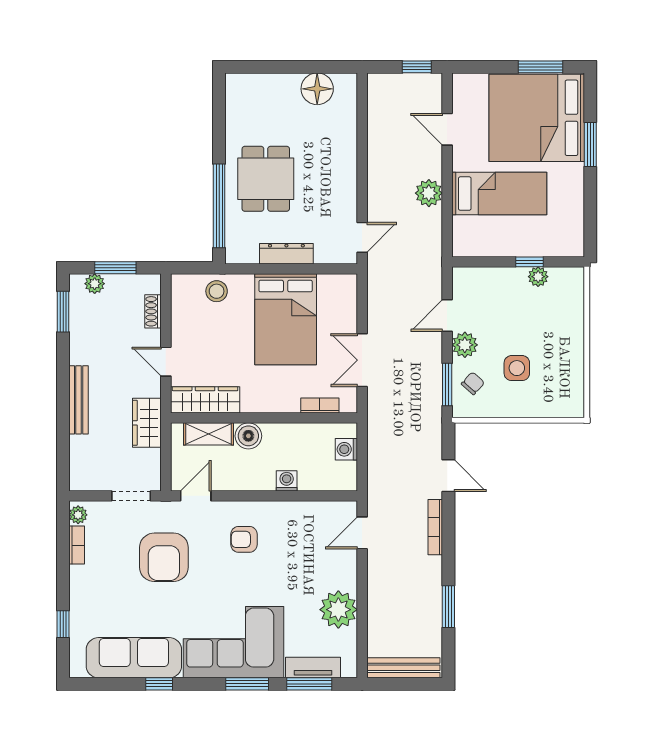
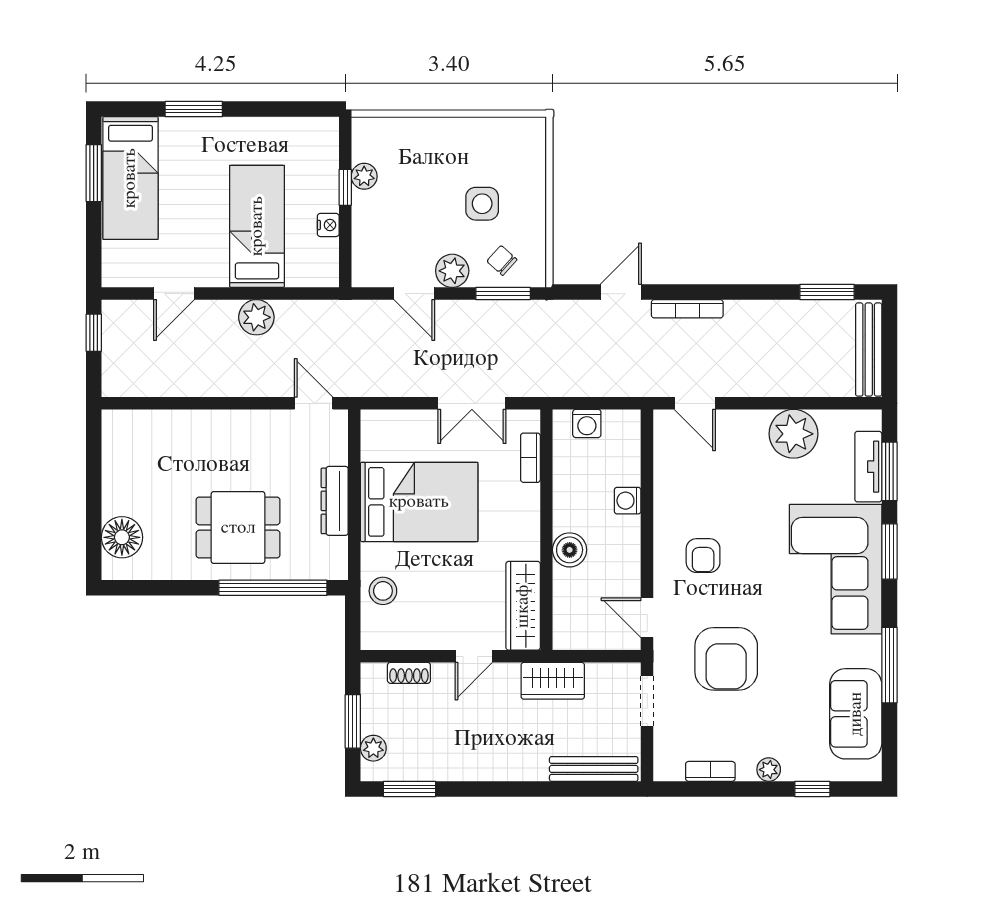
floor lamp: (317, 89) -> (122, 537), moved
bed: (537, 118) -> (130, 178), width x0.49
nightstand: (500, 249) -> (328, 225), added
bench: (79, 400) -> (594, 769), moved
shelving: (208, 434) -> (567, 601), removed
plant: (78, 515) -> (769, 770), moved
armchair: (164, 557) -> (726, 659), turned 90
window: (448, 607) -> (827, 292), moved
sofa: (134, 658) -> (856, 714), width x0.73
window: (159, 684) -> (889, 665), width x2.17

